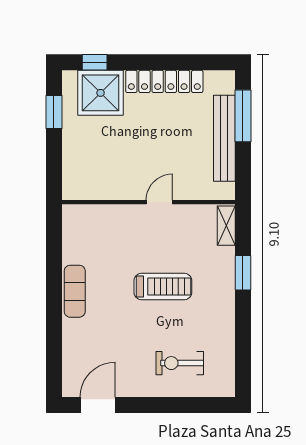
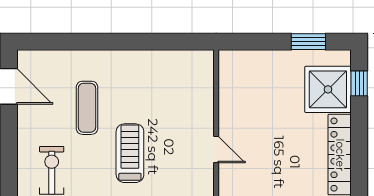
treadmill: (163, 286) -> (130, 153), turned 180
exercise mat: (75, 291) -> (87, 108), moved, turned 90

